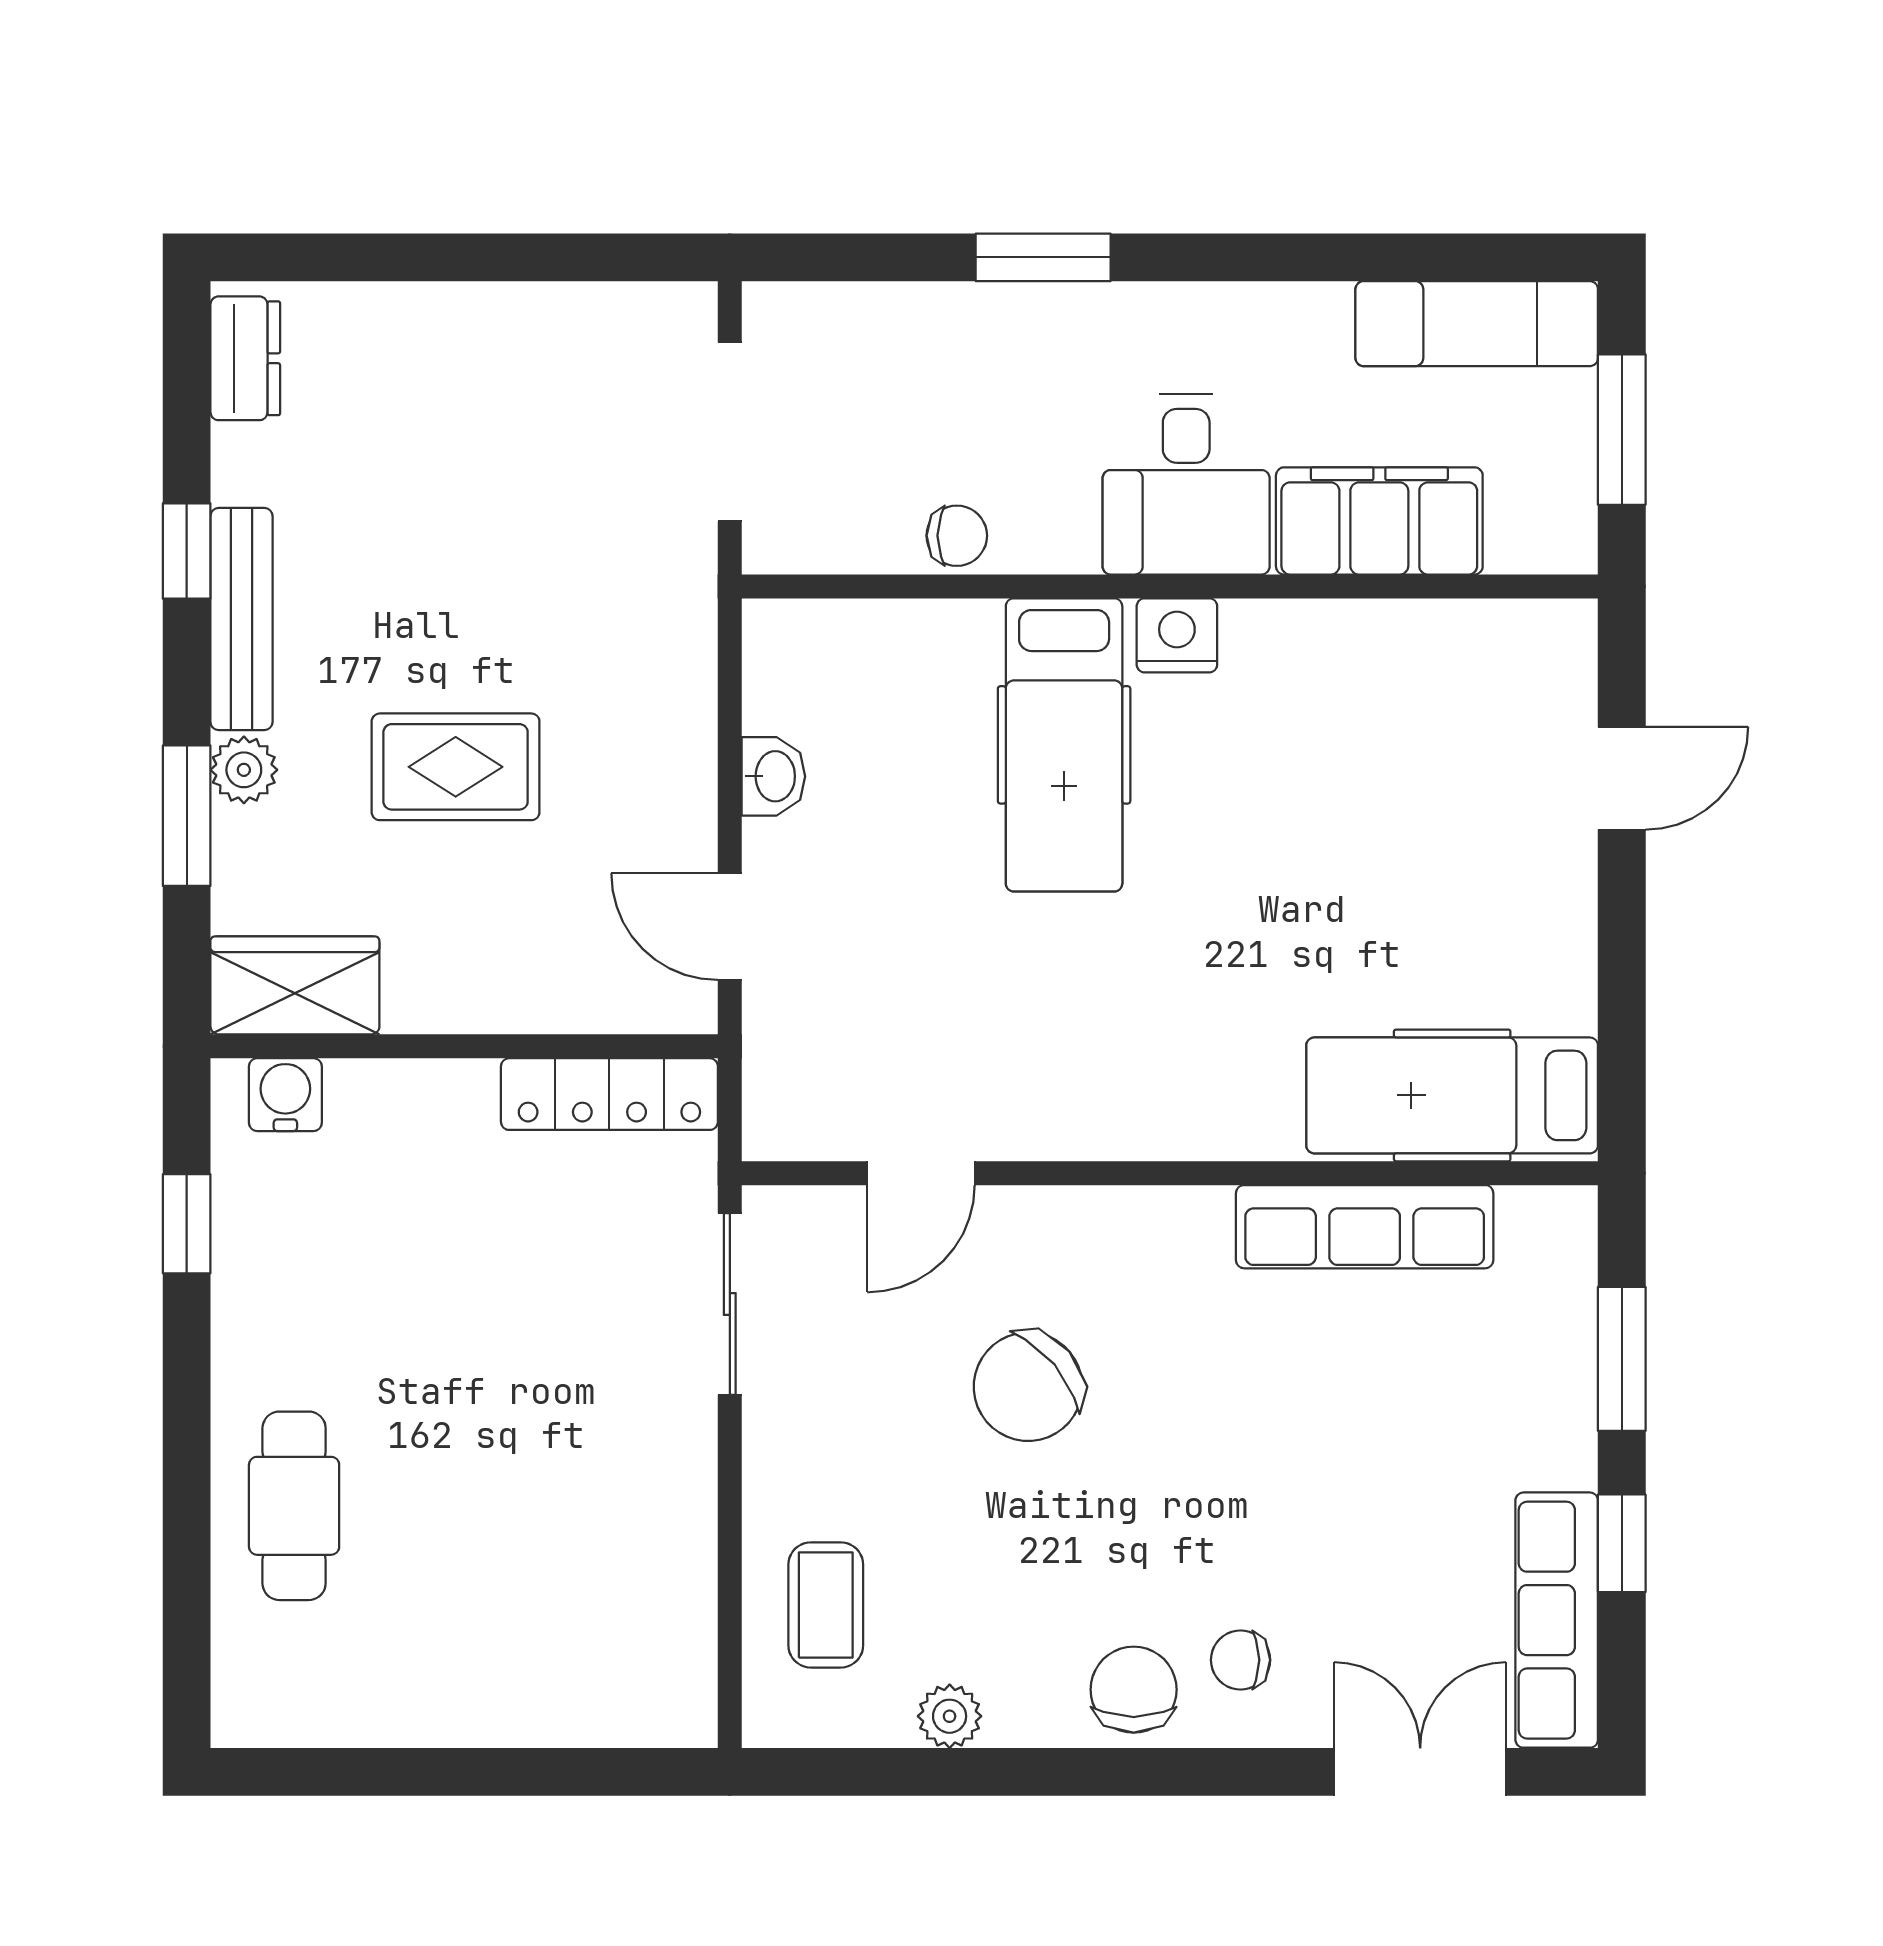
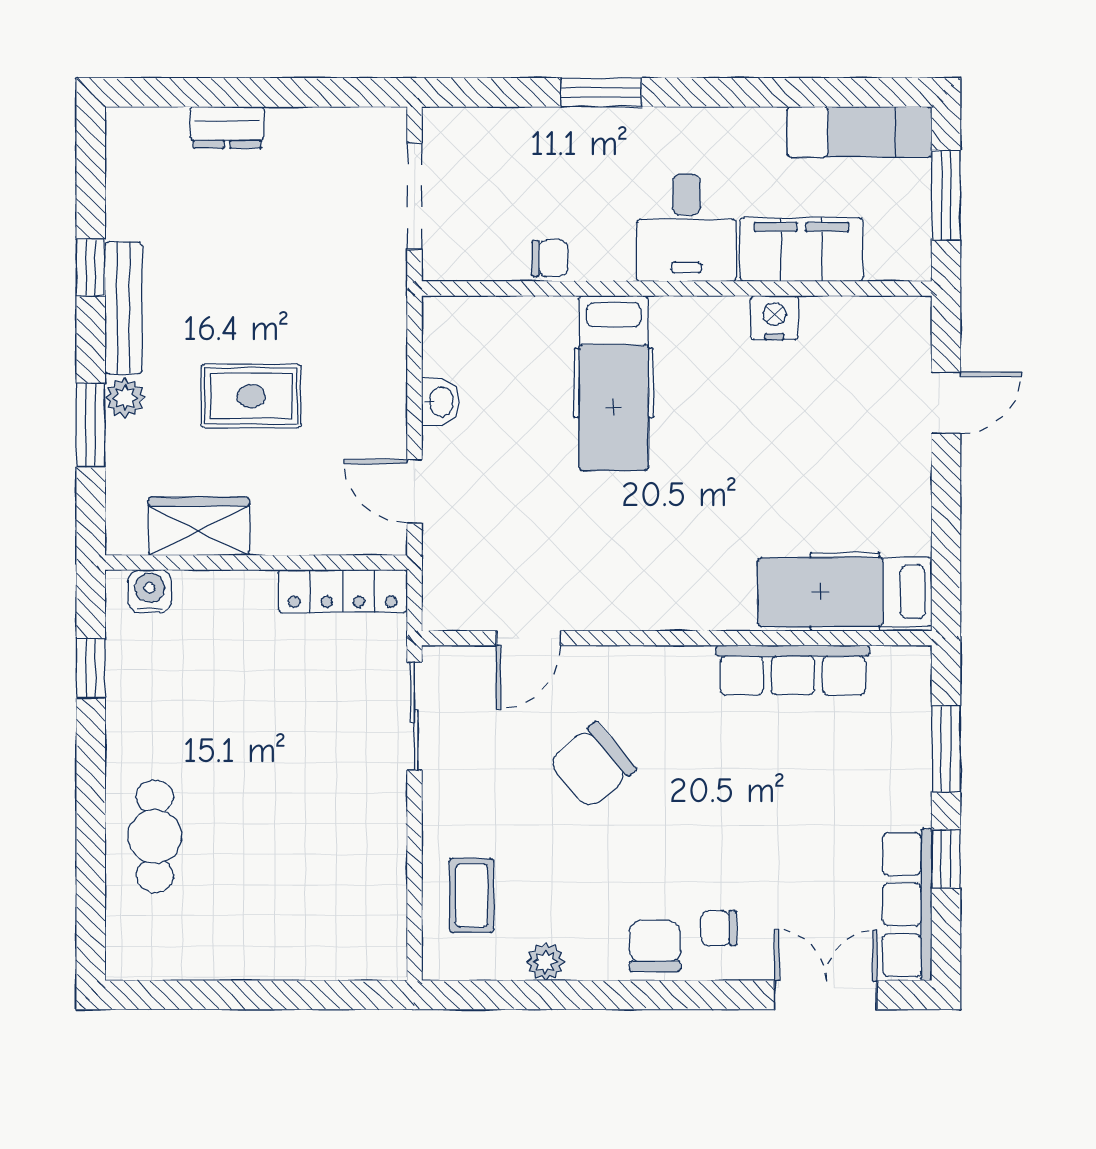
dresser: (245, 358) -> (227, 127), moved, turned 90
nightstand: (1177, 635) -> (774, 318), moved
wardrobe: (295, 985) -> (199, 526), moved

